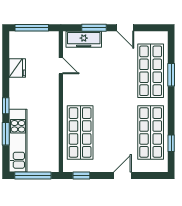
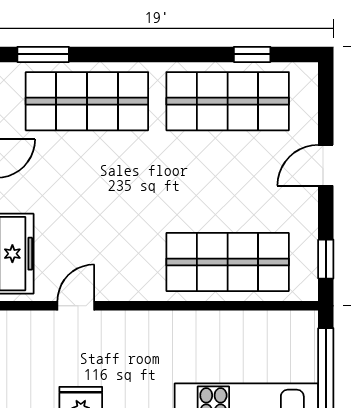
window: (171, 75) -> (43, 54), moved
door: (122, 176) -> (326, 165), hinge flipped

